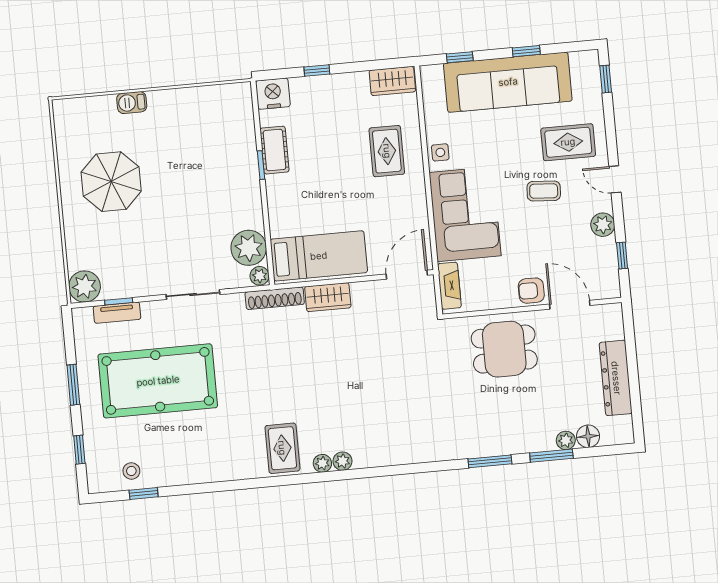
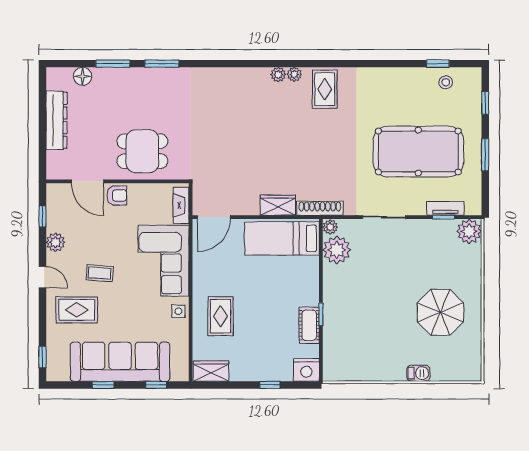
plant: (566, 440) -> (100, 75), removed

